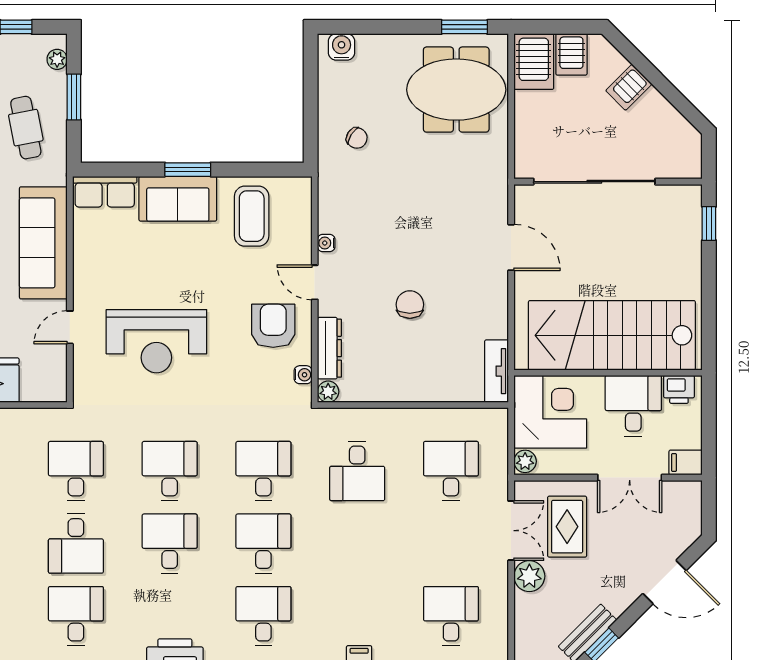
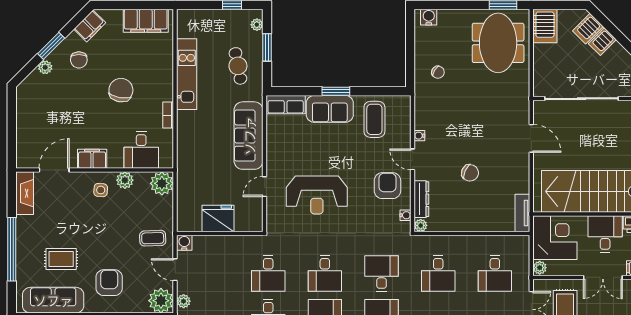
server rack: (571, 54) -> (588, 29), moved, turned 45
meeting table: (456, 90) -> (498, 43), turned 90
chair: (410, 305) -> (470, 173), turned 114
desk: (76, 471) -> (268, 273), turned 180
desk: (170, 471) -> (325, 273), turned 180
desk: (451, 471) -> (495, 273), turned 180

